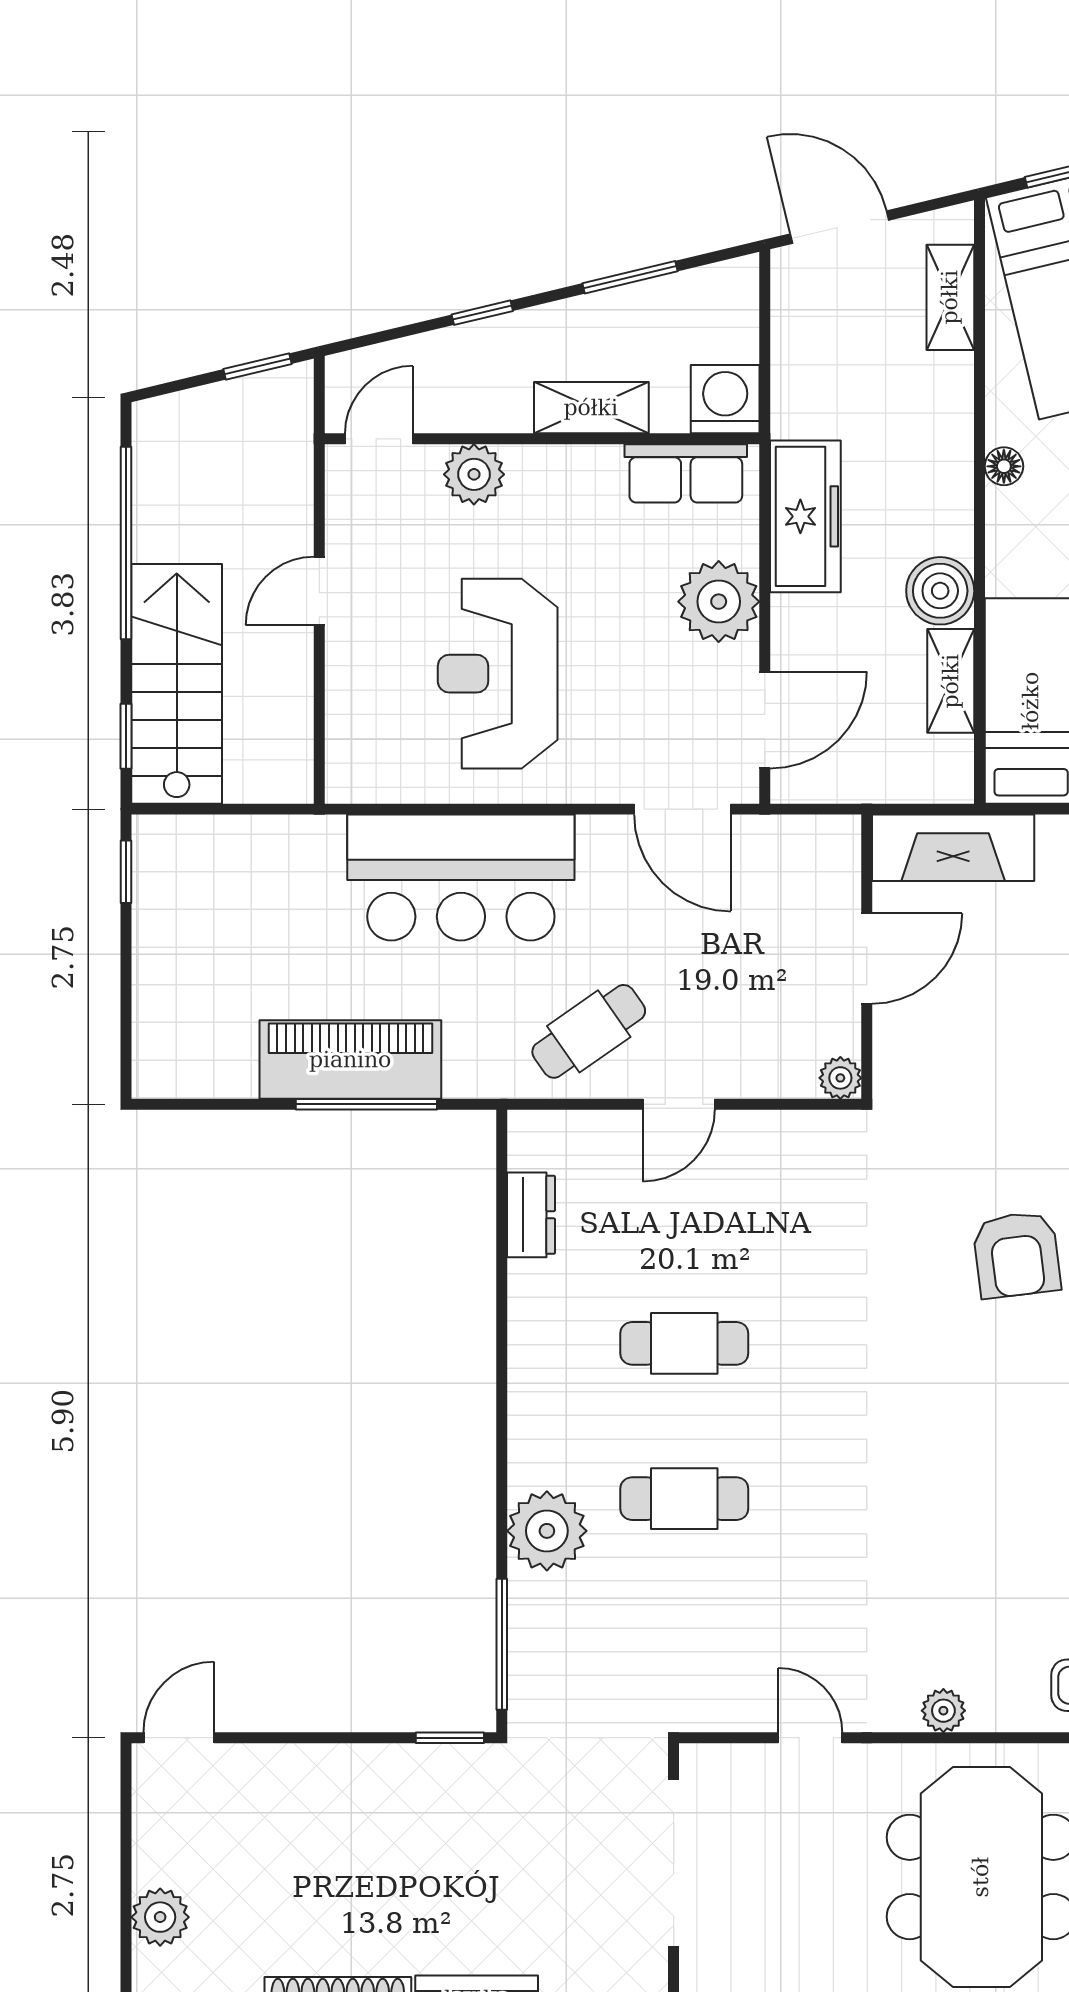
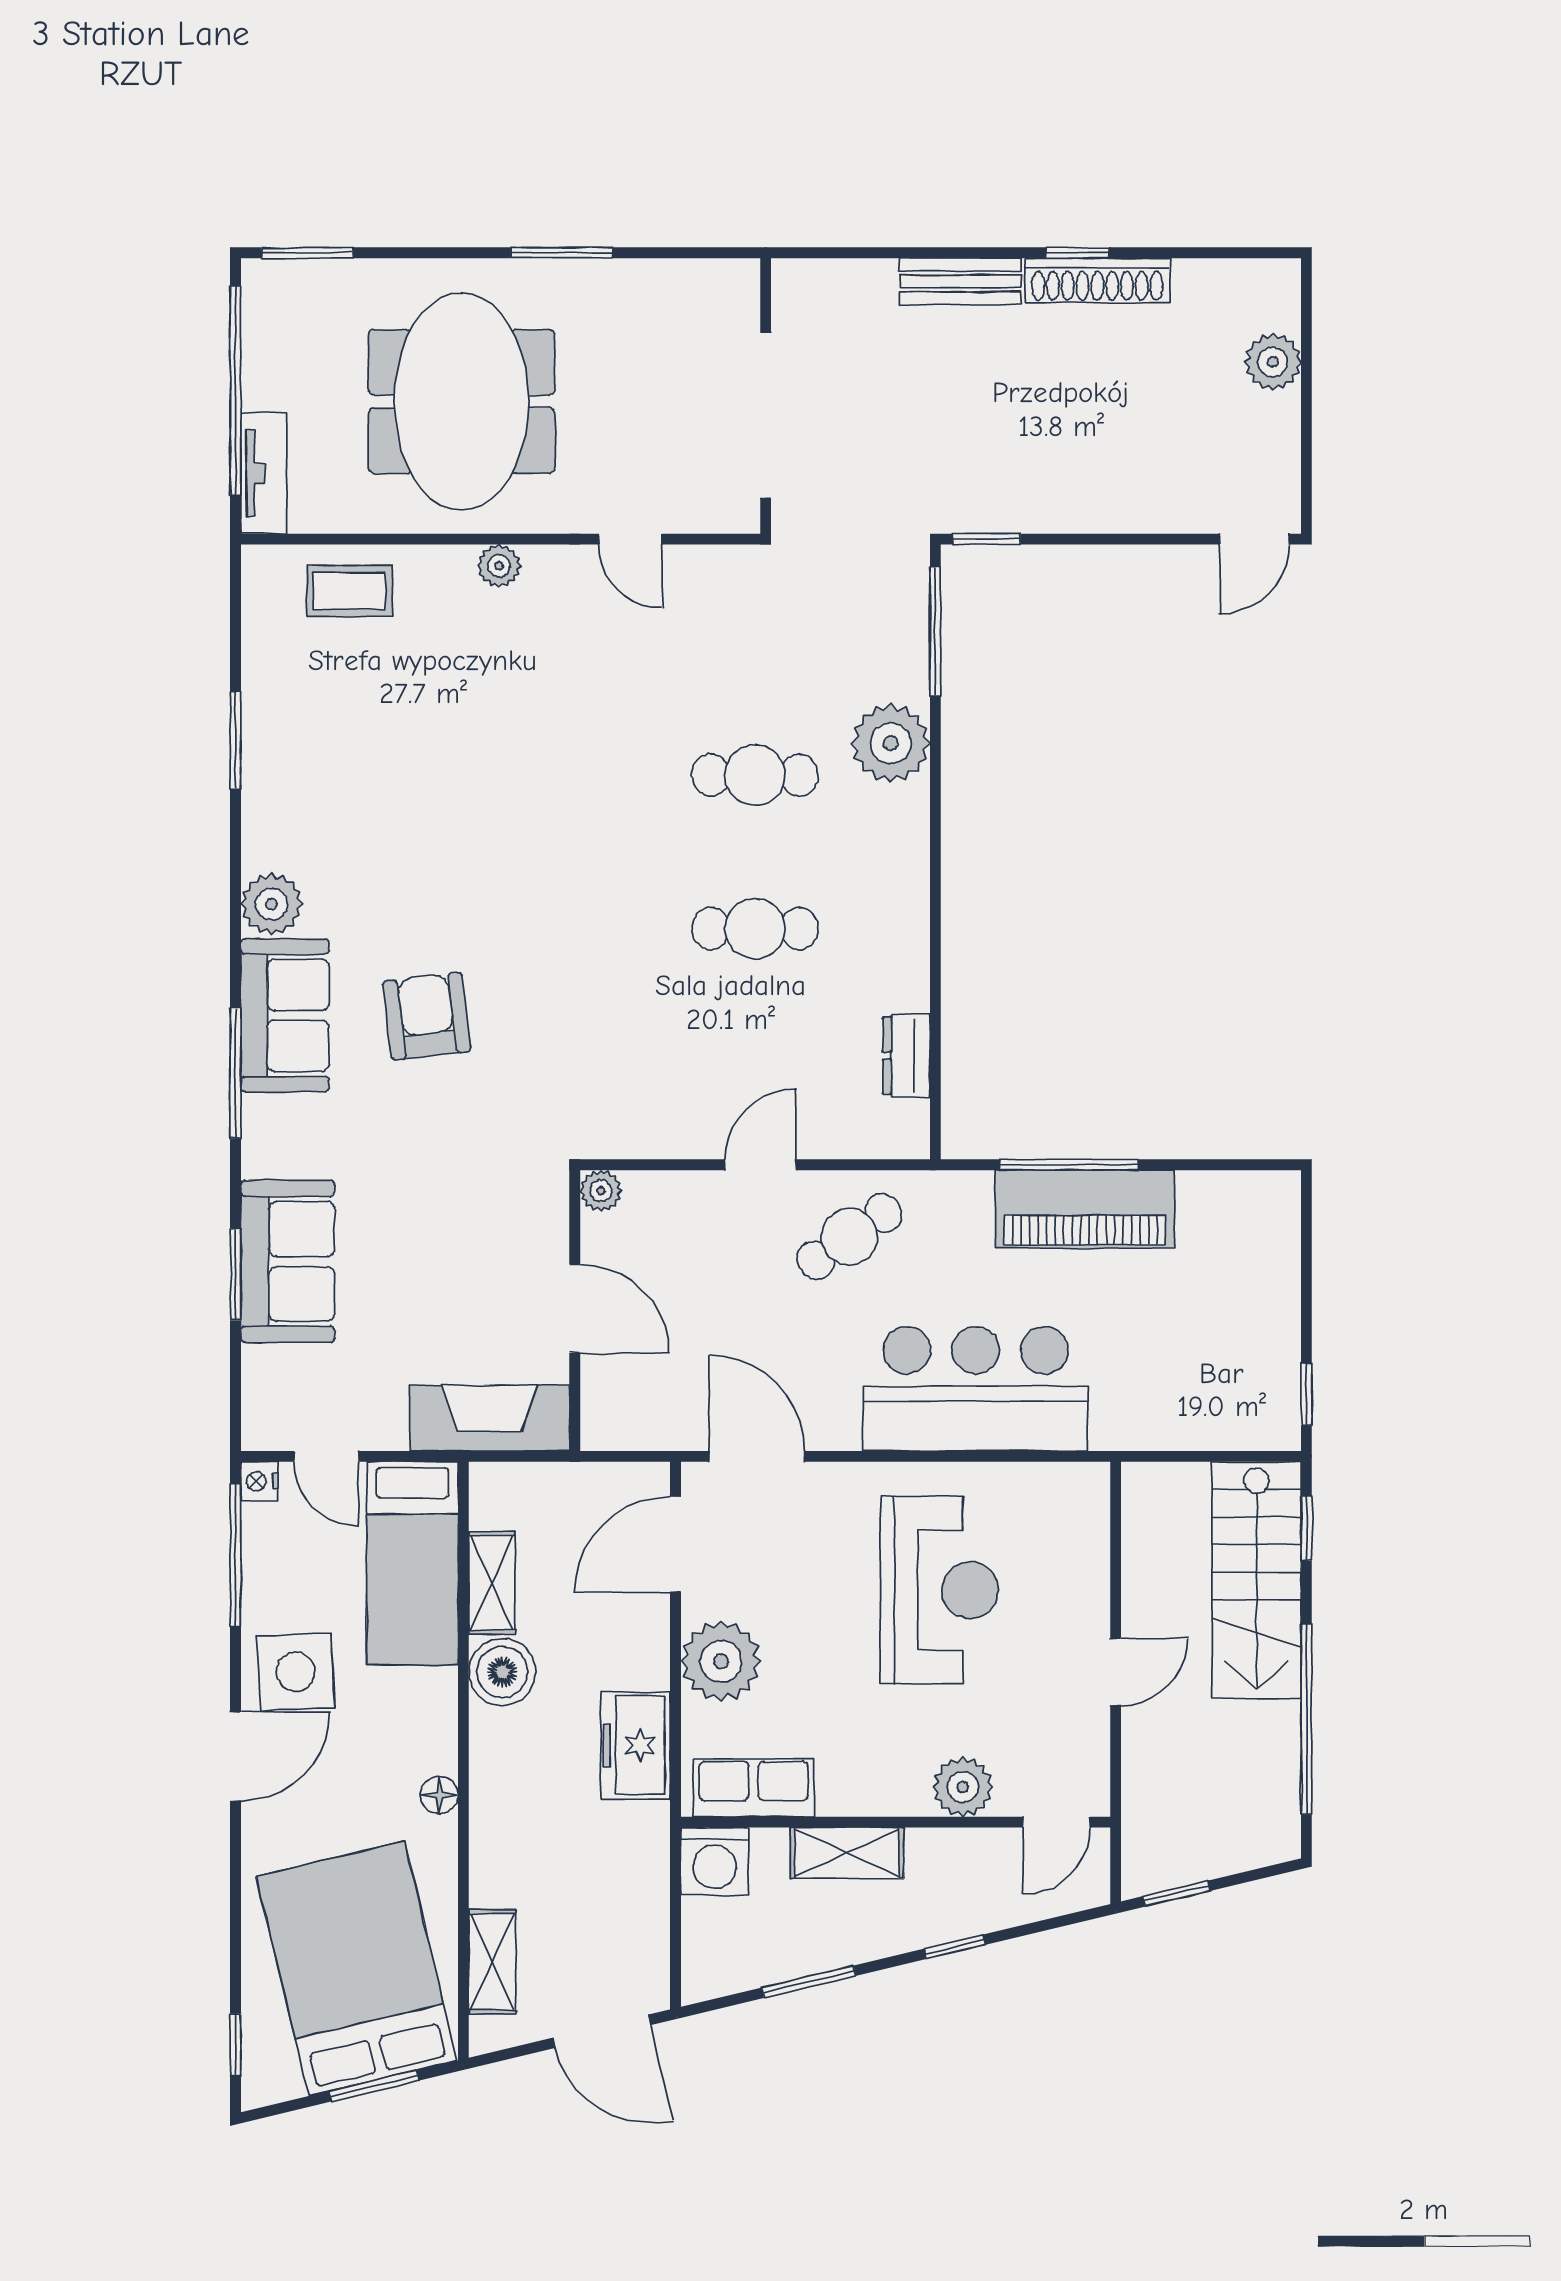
freezer: (805, 516) -> (635, 1745), width x0.71
door: (867, 959) -> (575, 1309), swing flipped

